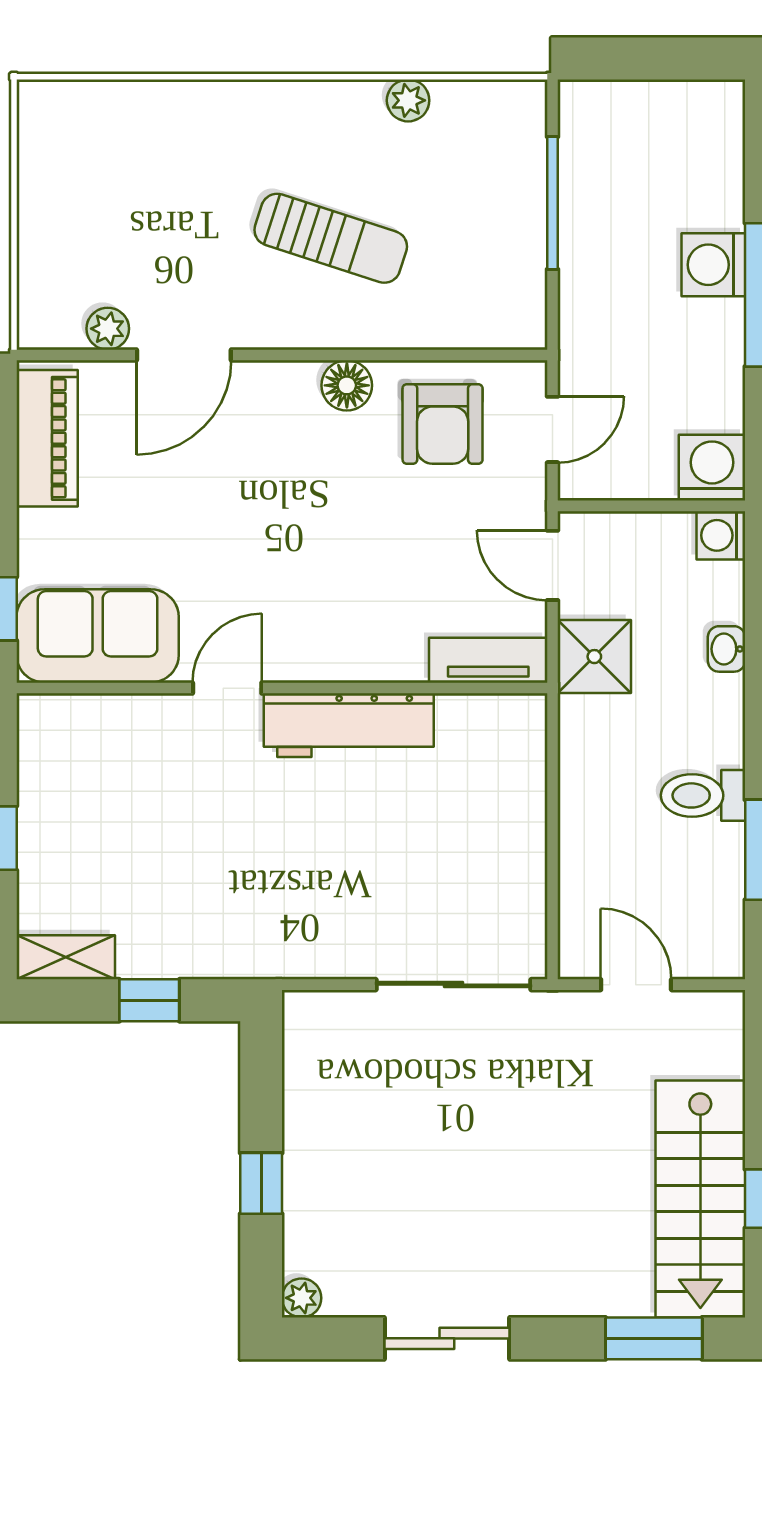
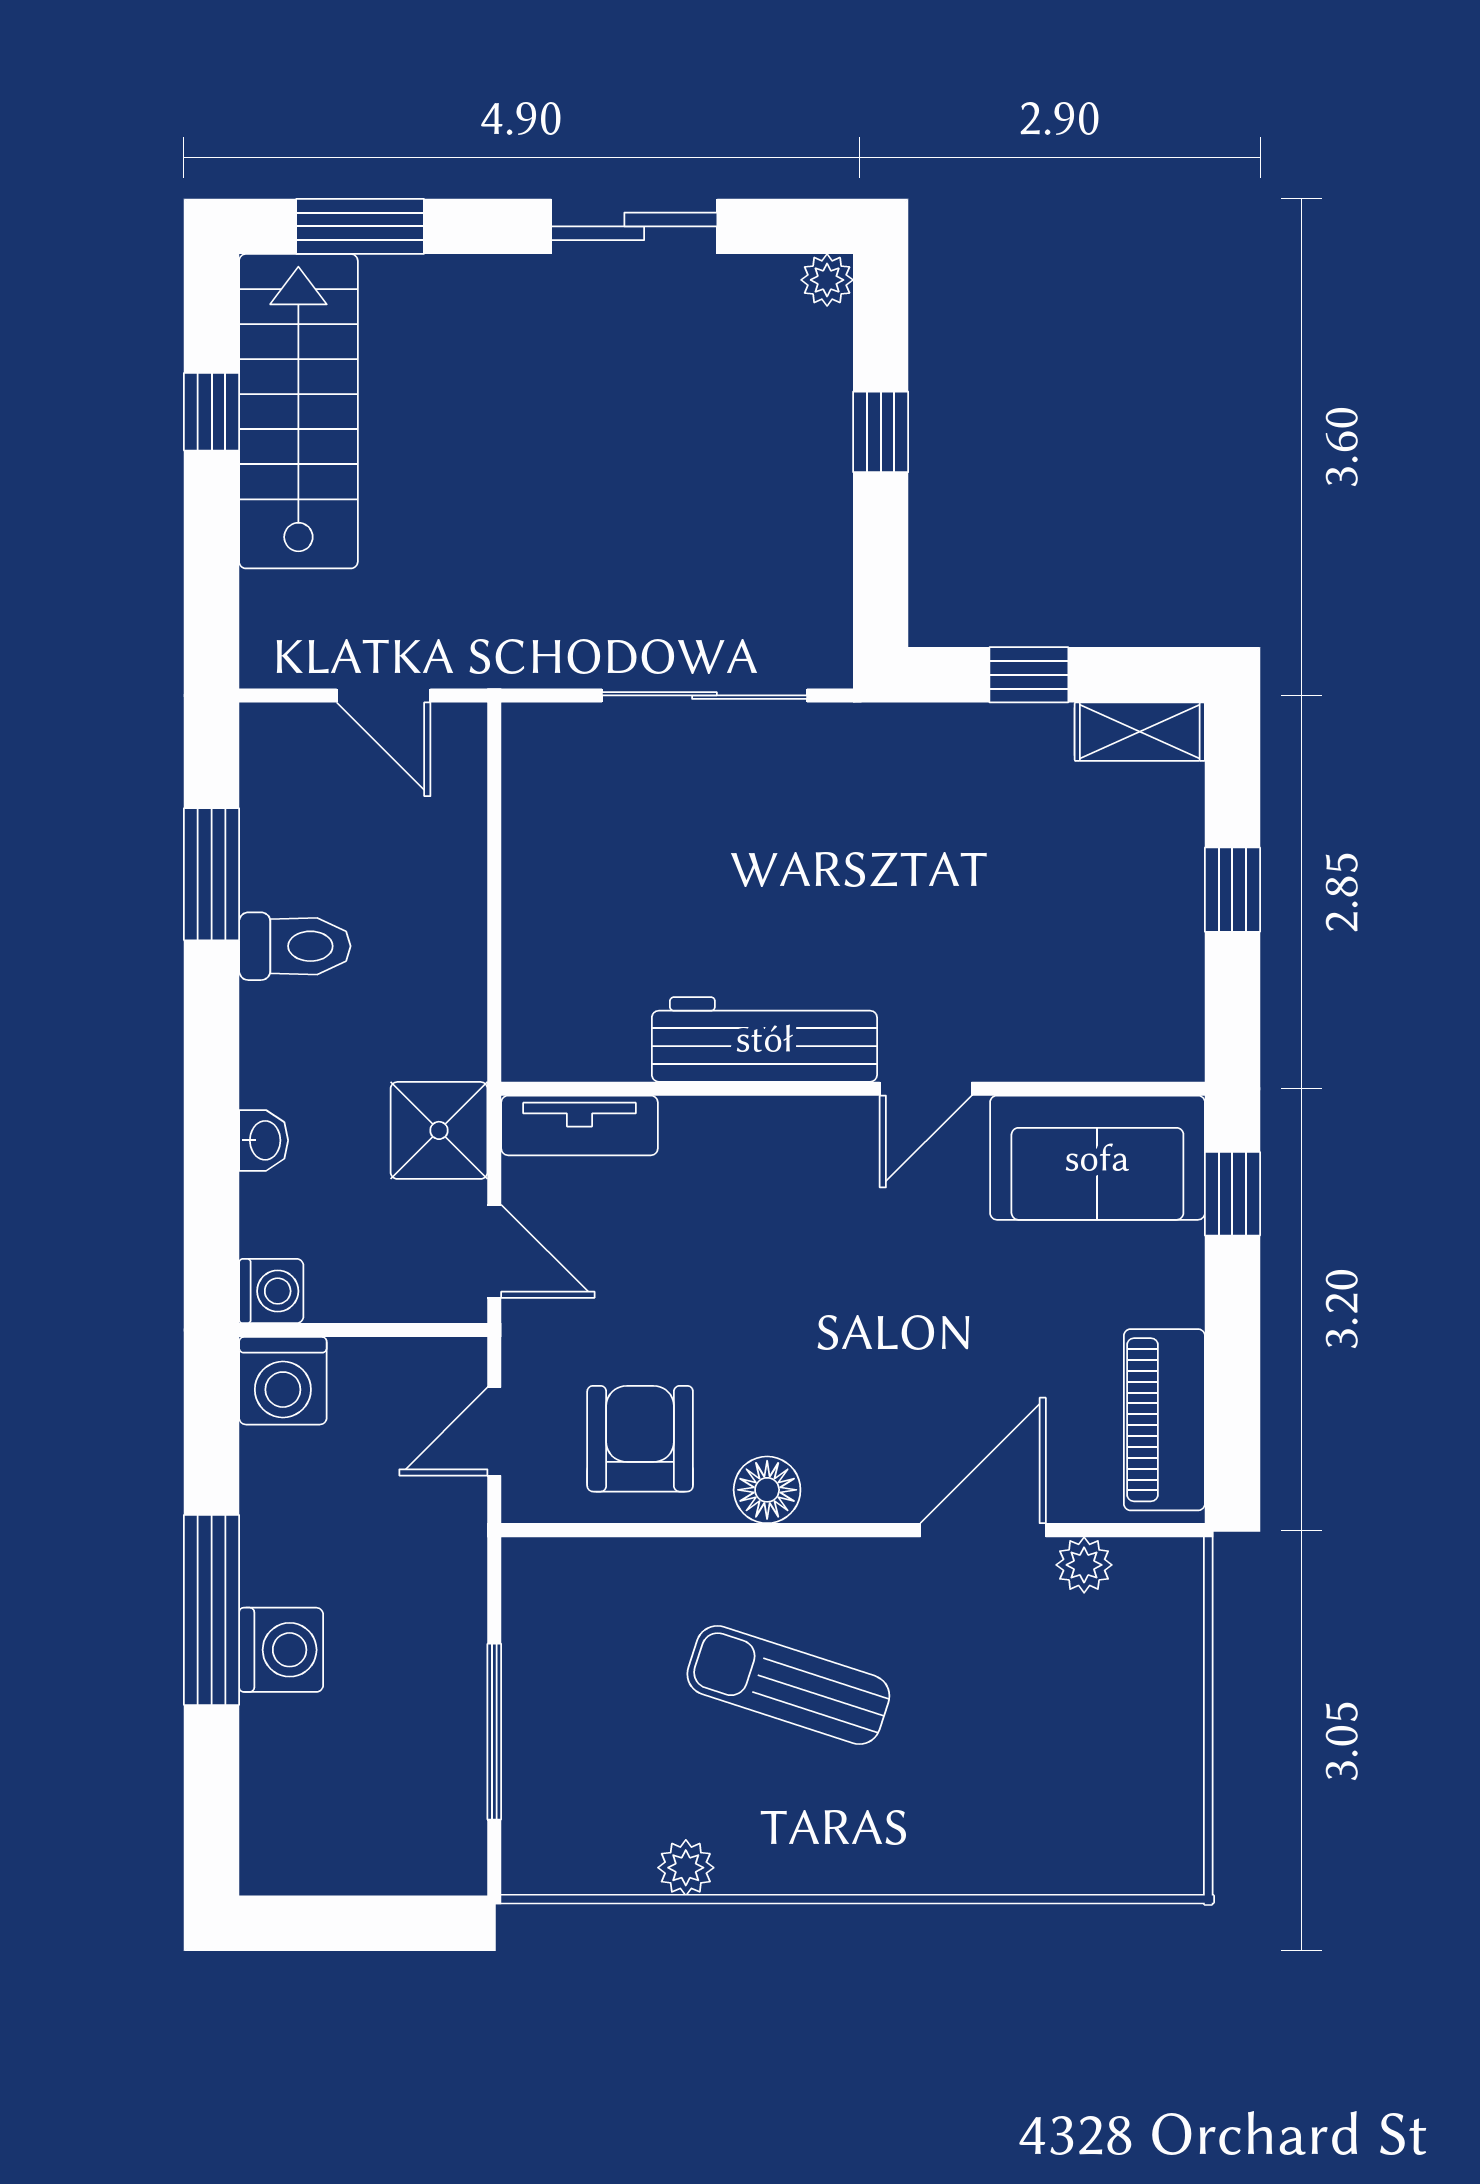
sliding door: (454, 985) -> (704, 695), moved

